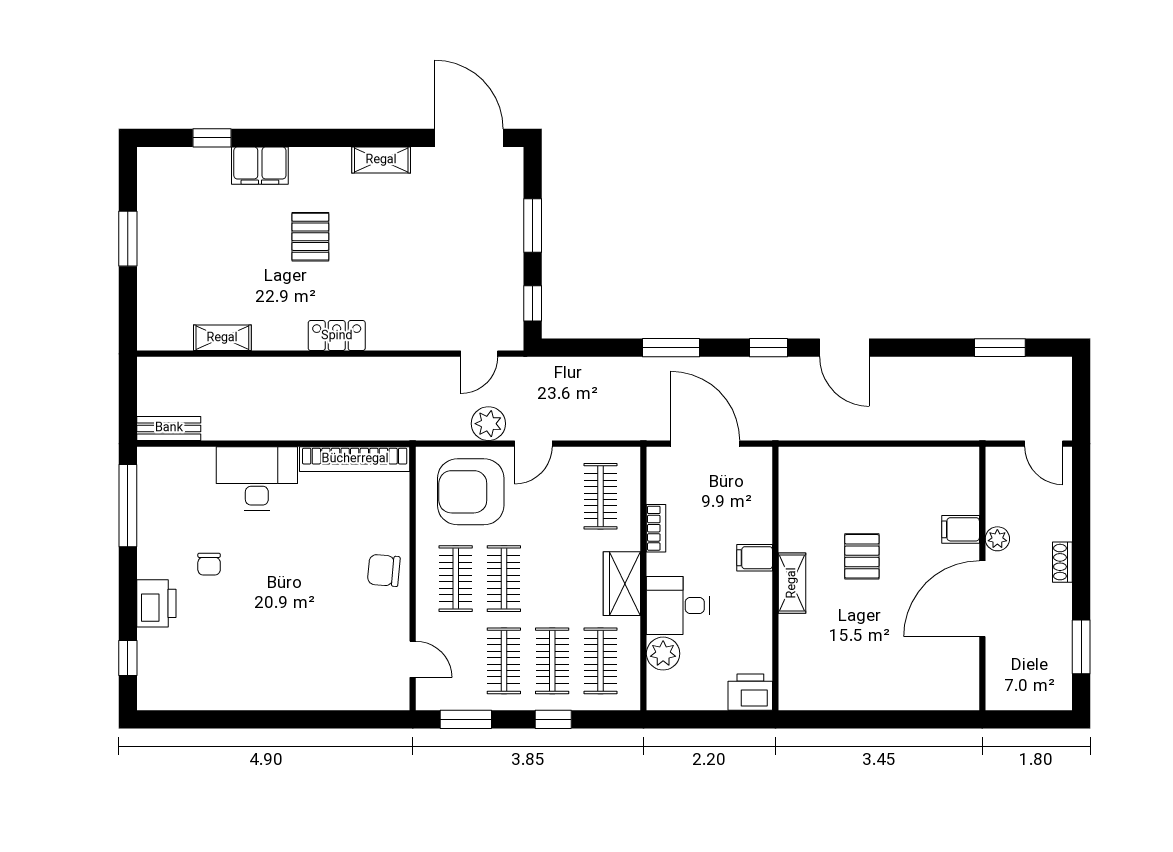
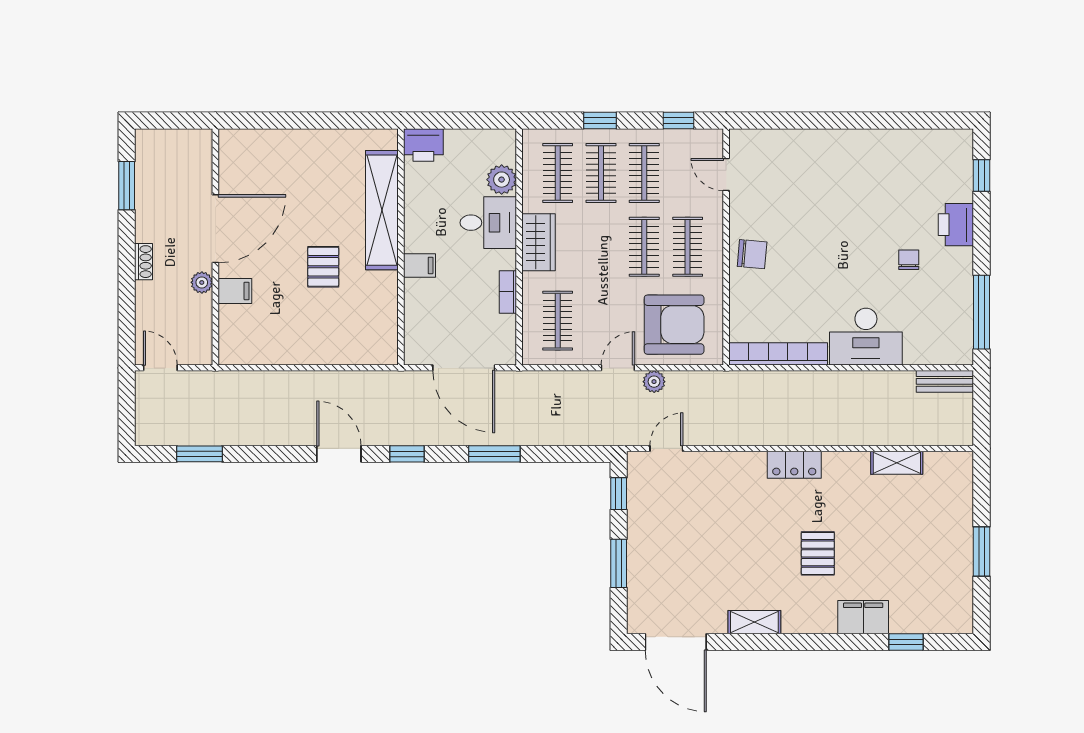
plant: (488, 424) -> (654, 382), width x0.73, depth x0.73
shelving: (792, 583) -> (382, 210), width x2.20, depth x1.33
window: (466, 719) -> (678, 120), width x0.67

